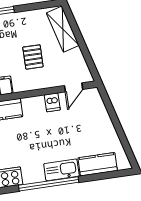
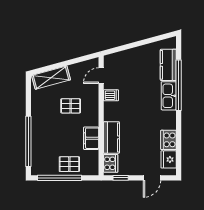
door: (74, 87) -> (101, 76), swing flipped
window: (49, 184) -> (179, 85), moved

